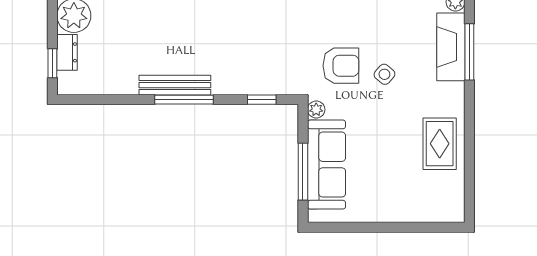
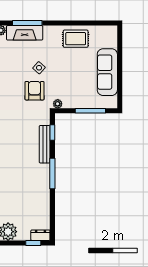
dresser: (67, 52) -> (40, 235), moved
bench: (175, 85) -> (45, 144), moved
sofa: (326, 165) -> (107, 72), moved, turned -90

